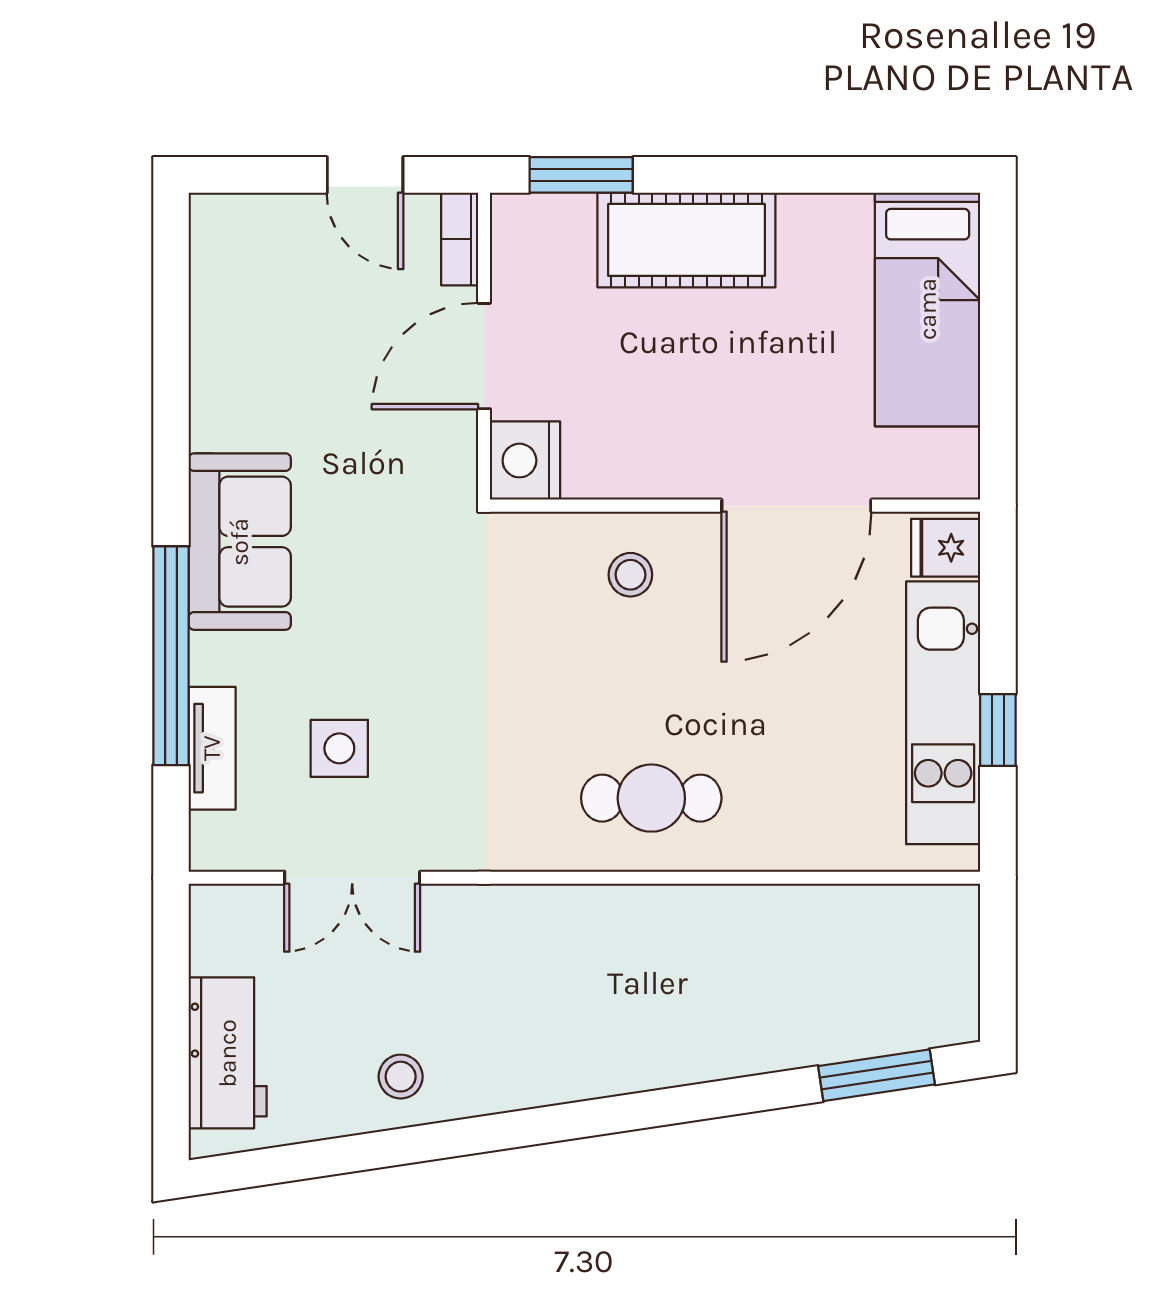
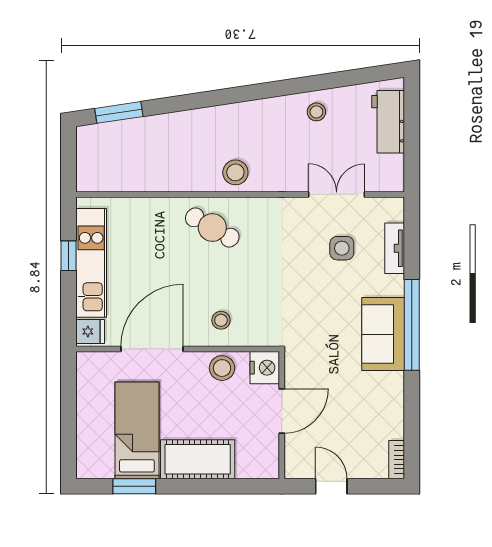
window: (581, 175) -> (134, 486), moved
bookcase: (460, 239) -> (397, 460), moved, turned 180
bed: (928, 309) -> (137, 430), moved
stool: (628, 460) -> (222, 368), added
window: (171, 656) -> (412, 325), moved
cafe table: (651, 798) -> (212, 228), turned 30
stool: (596, 931) -> (235, 172), added

